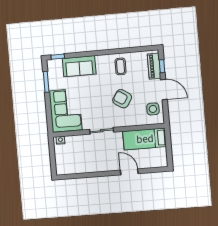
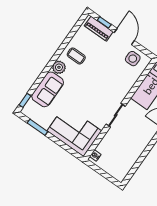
plant: (102, 61) -> (59, 67), added
door: (164, 89) -> (124, 37), hinge flipped
armchair: (122, 99) -> (104, 77), removed

